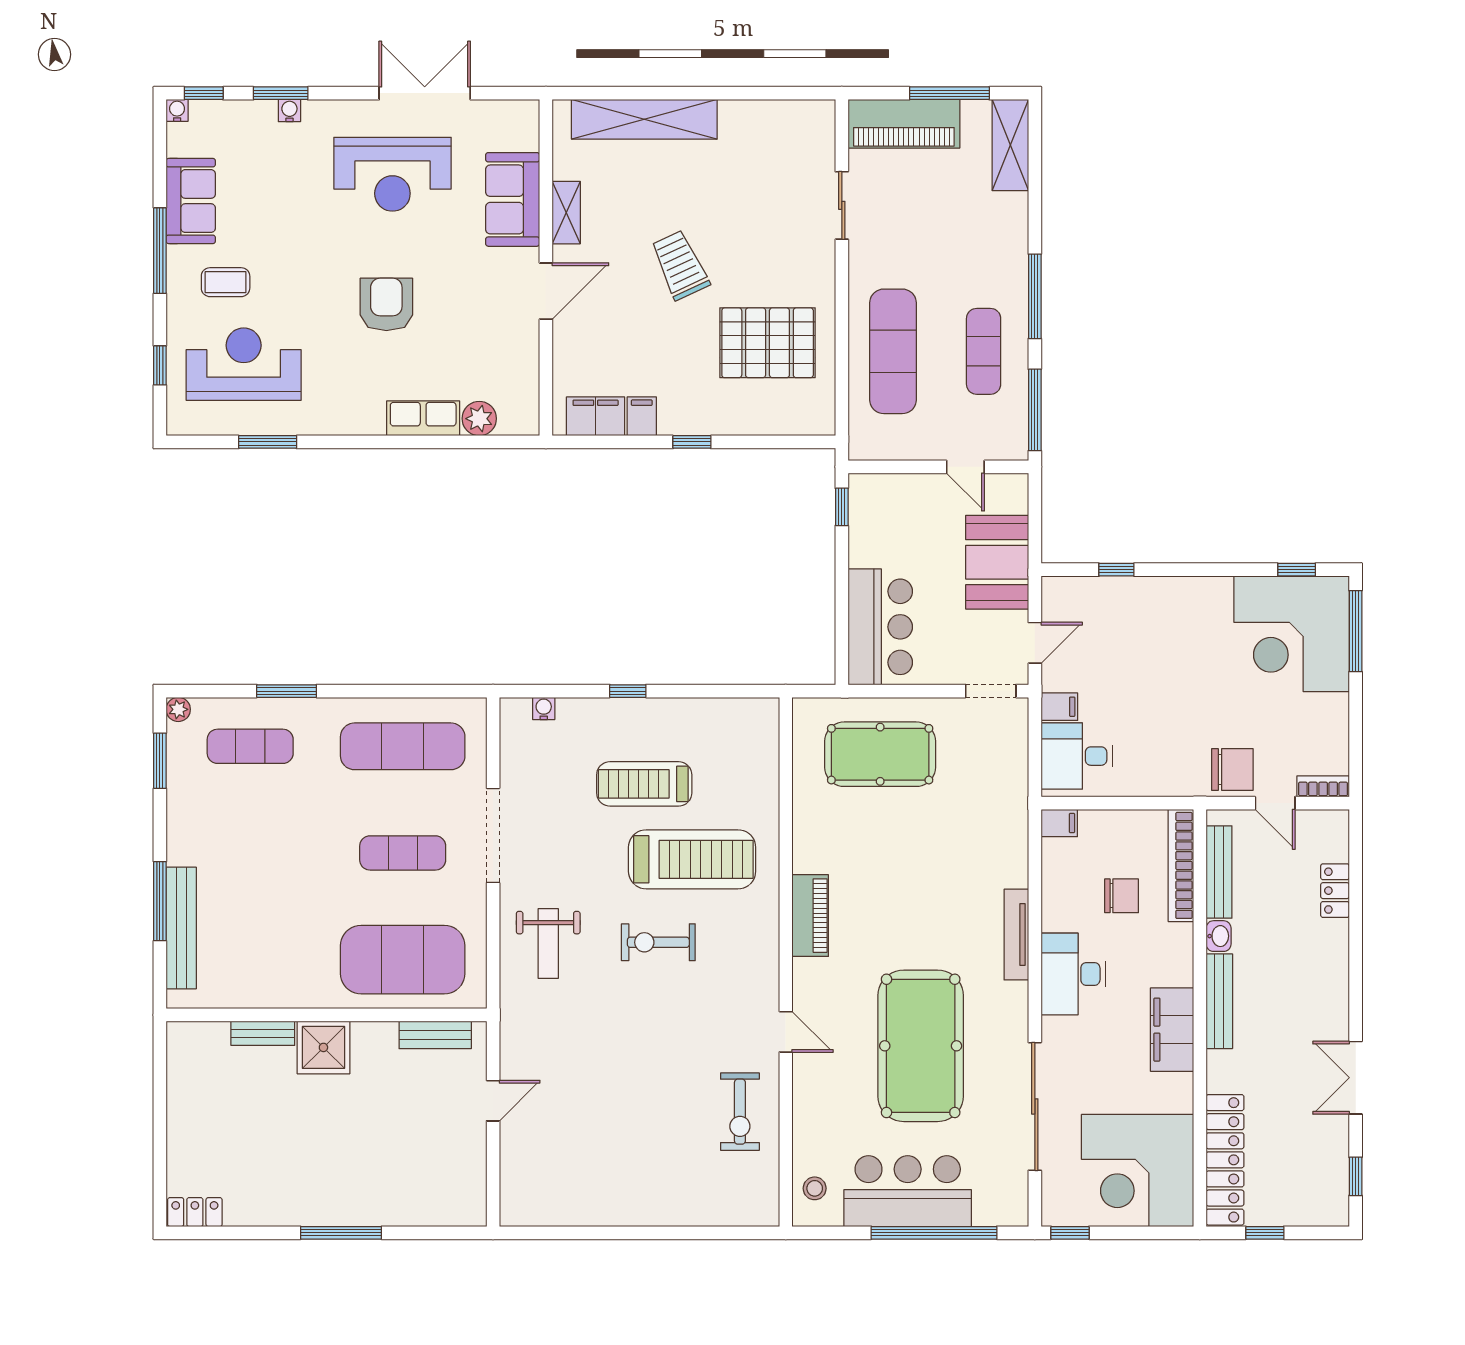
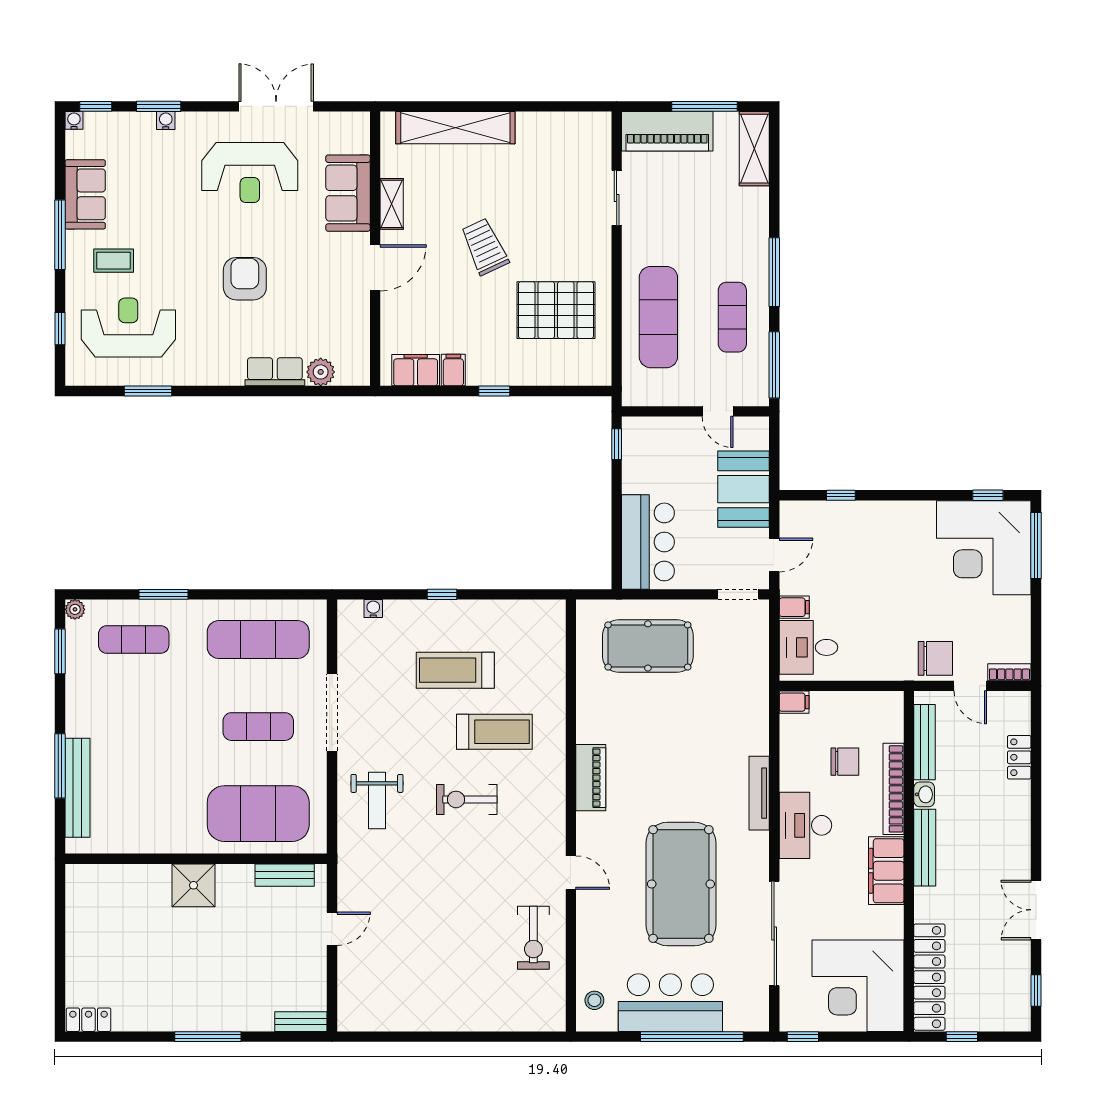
treadmill: (692, 859) -> (494, 732), width x0.73, depth x0.73
bookcase: (1181, 865) -> (893, 789), moved
bench: (263, 1033) -> (301, 1022), moved

